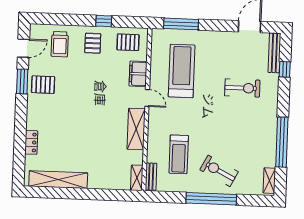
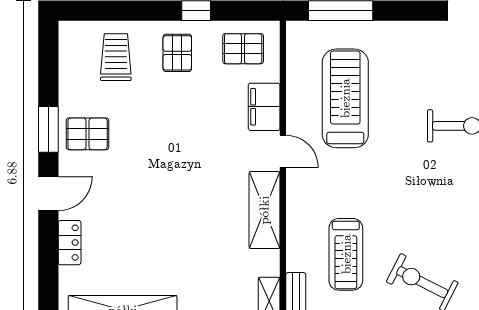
trolley: (60, 44) -> (116, 57), turned 180
door: (23, 48) -> (48, 194), moved

